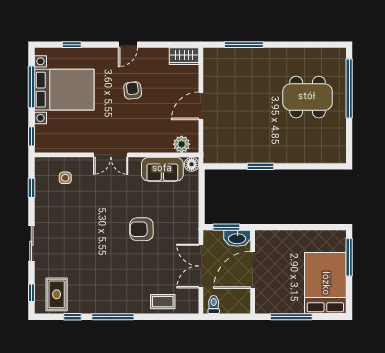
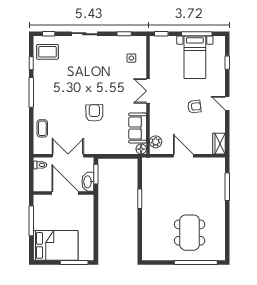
bed with nightstands: (64, 90) -> (195, 57), width x0.73

